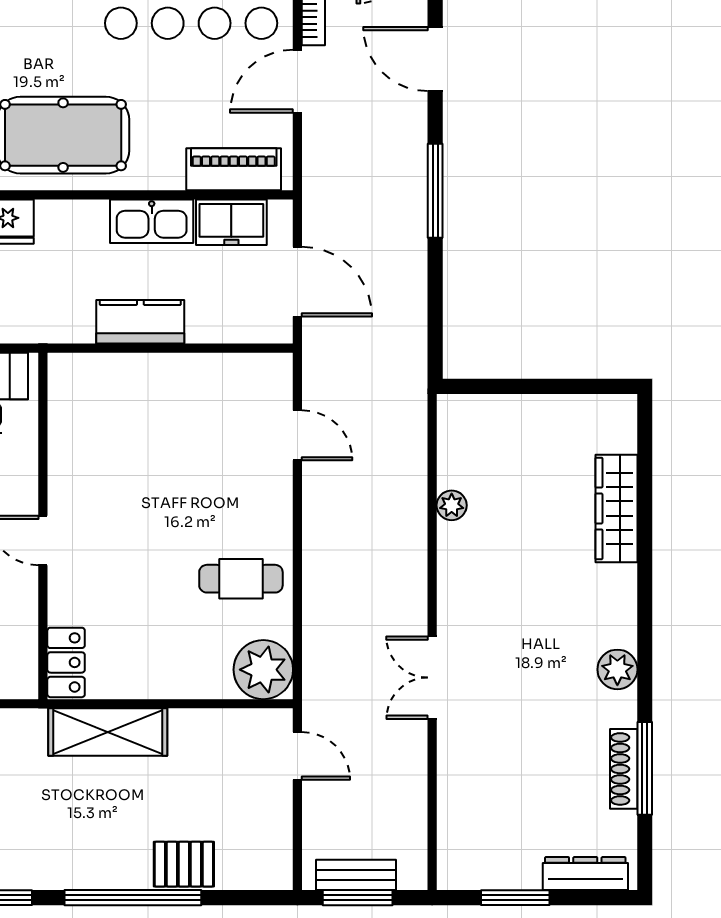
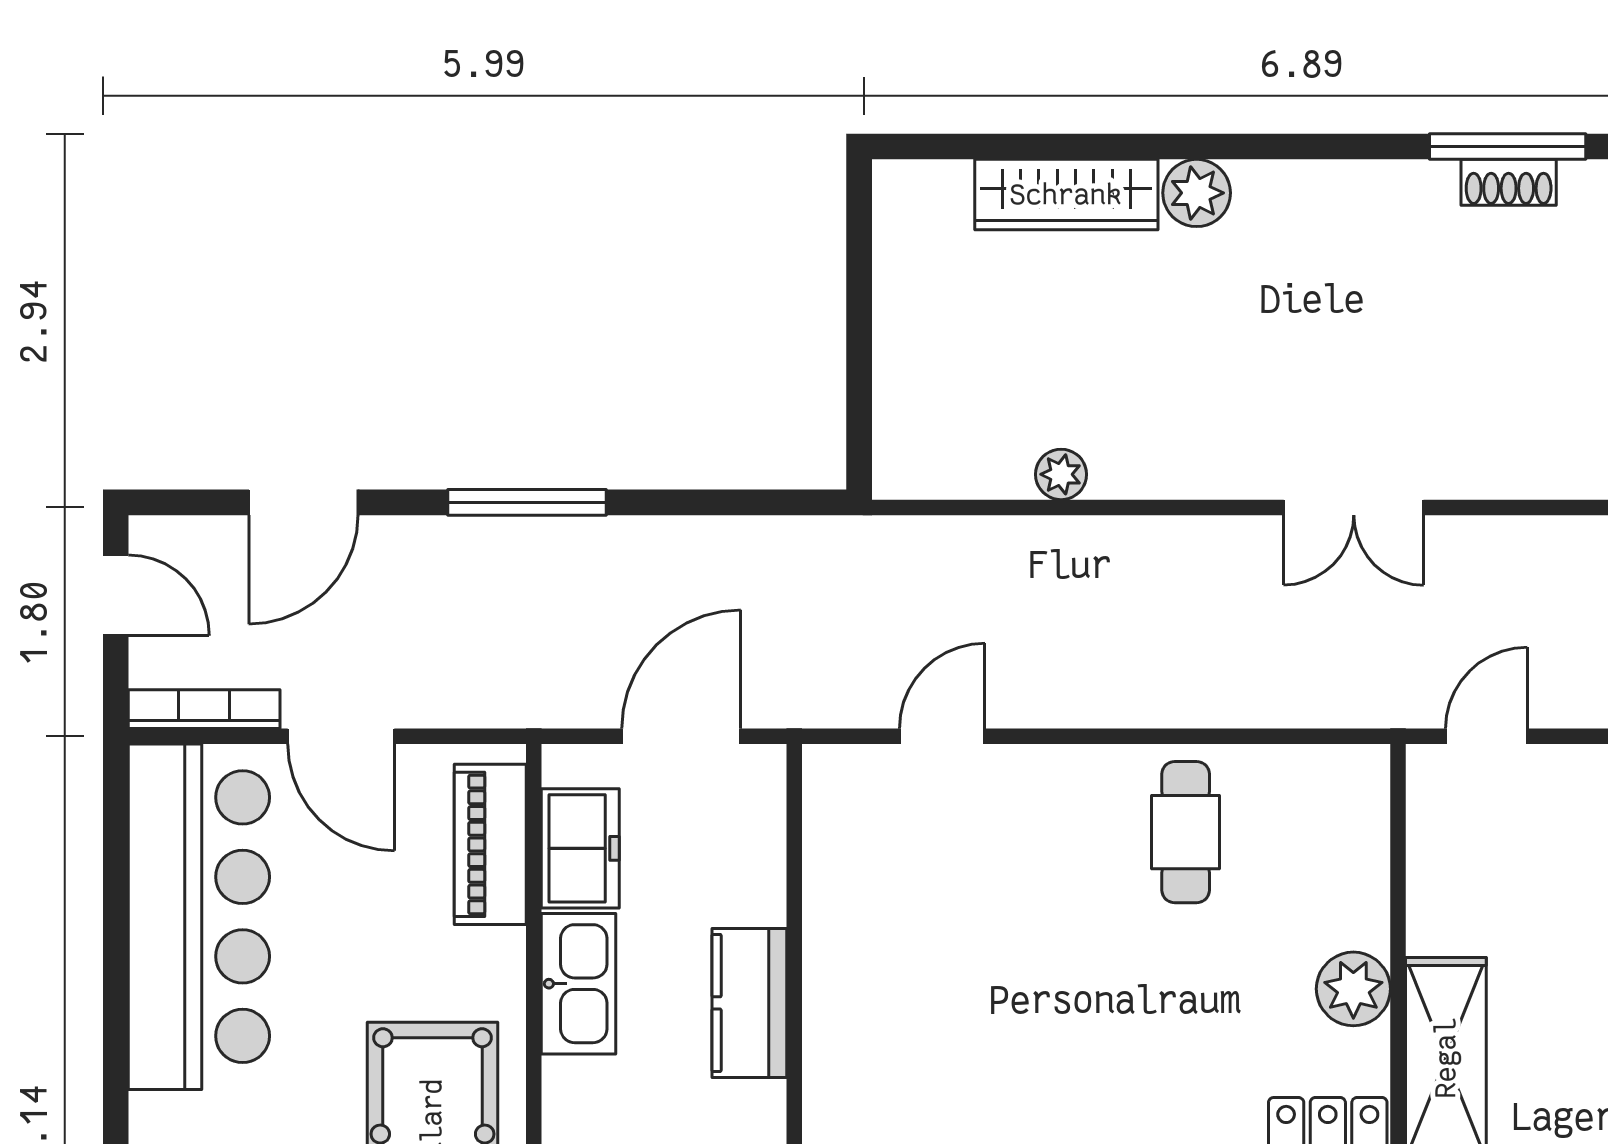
plant: (617, 669) -> (1197, 193), moved
plant: (263, 670) -> (1353, 989), moved, width x0.73, depth x0.73
shoe rack: (624, 769) -> (1509, 182), width x0.70

